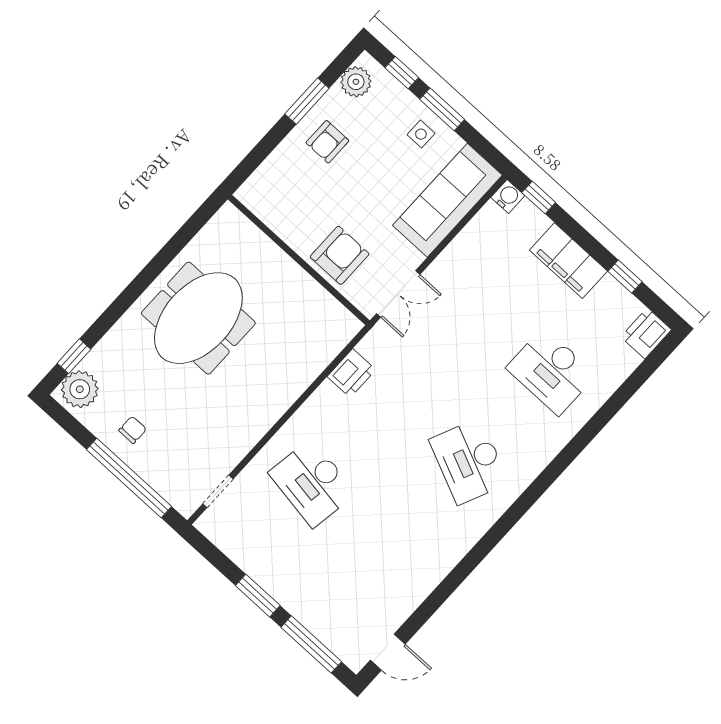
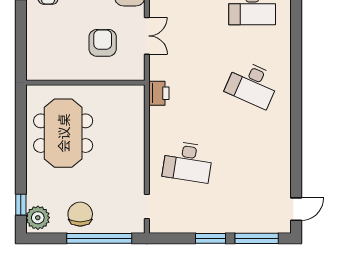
wall: (299, 260) -> (85, 83), moved
chair: (133, 430) -> (80, 214), width x1.87, depth x1.87

